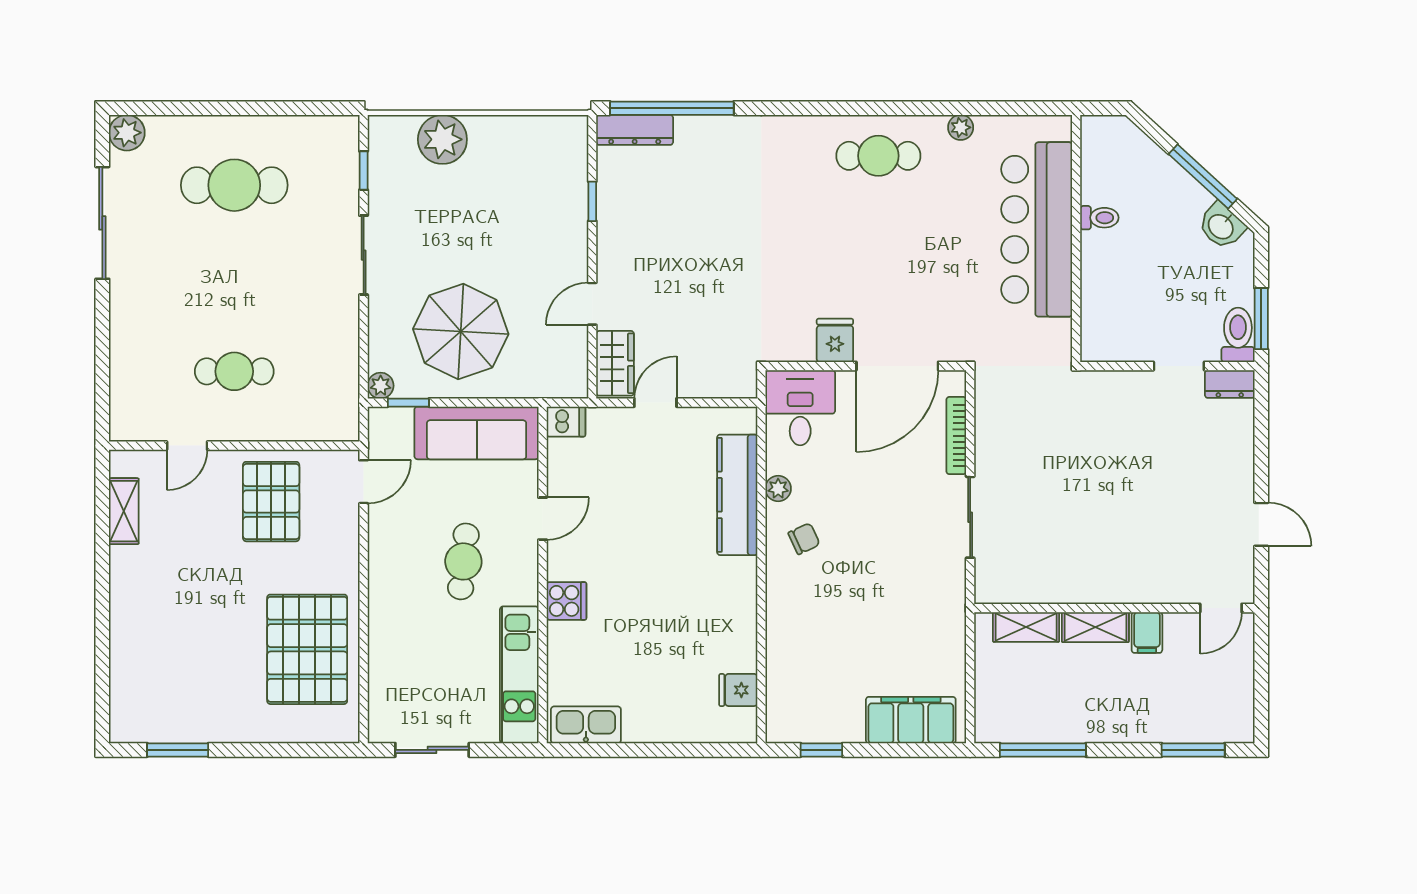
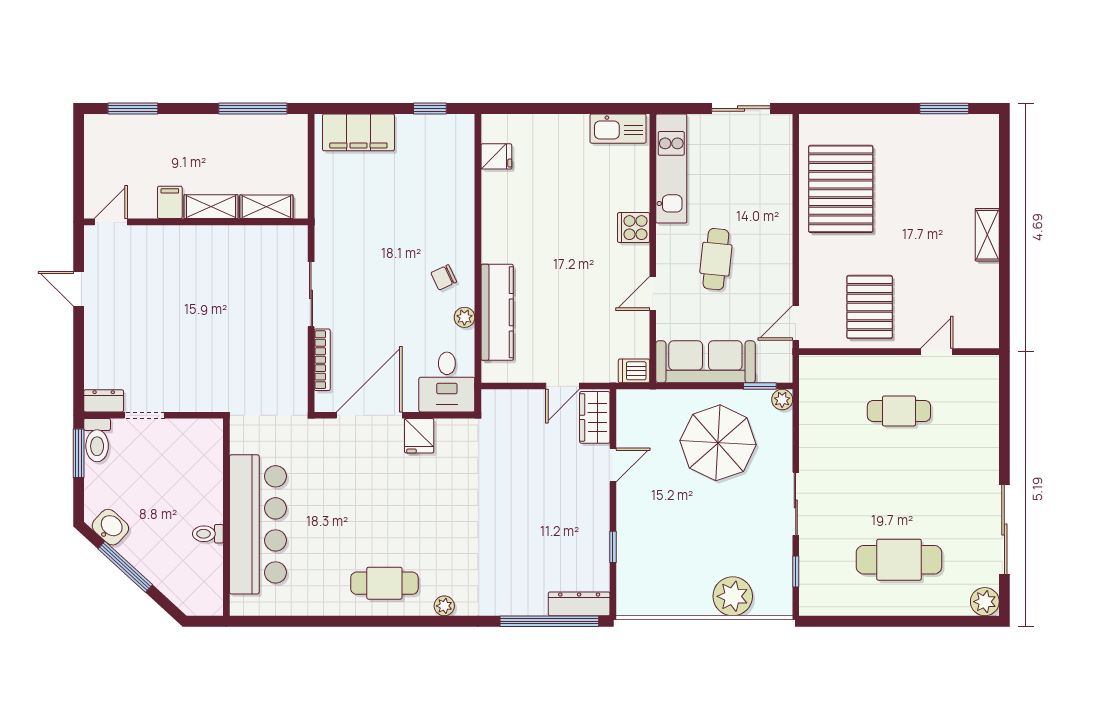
plant: (961, 127) -> (444, 606), moved
shelving: (124, 511) -> (987, 235), moved

